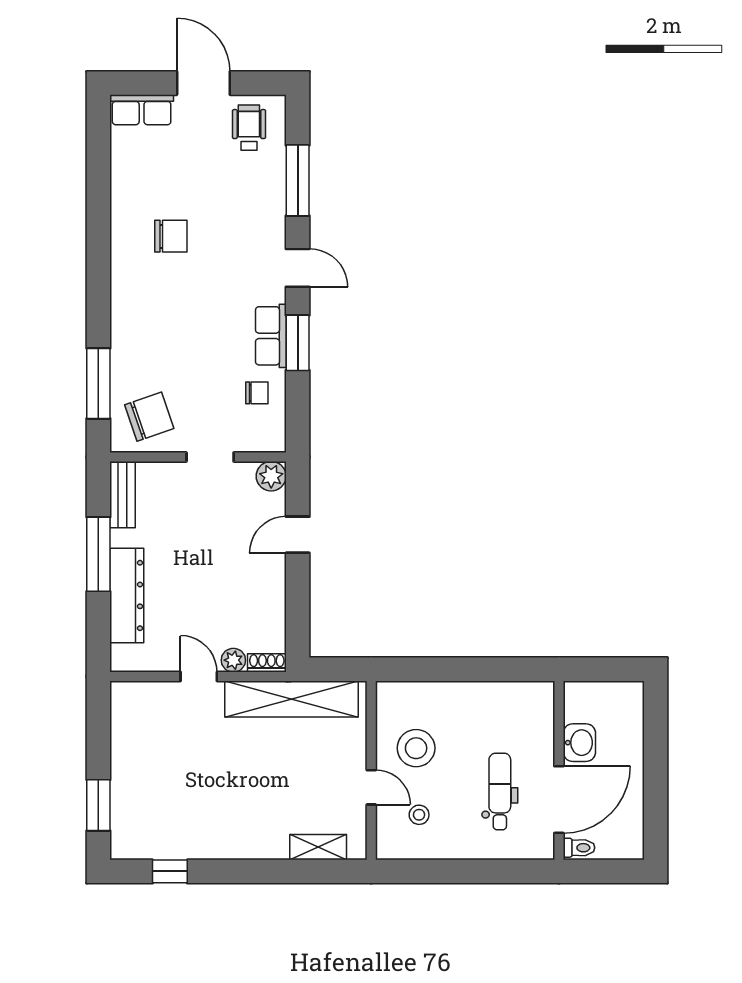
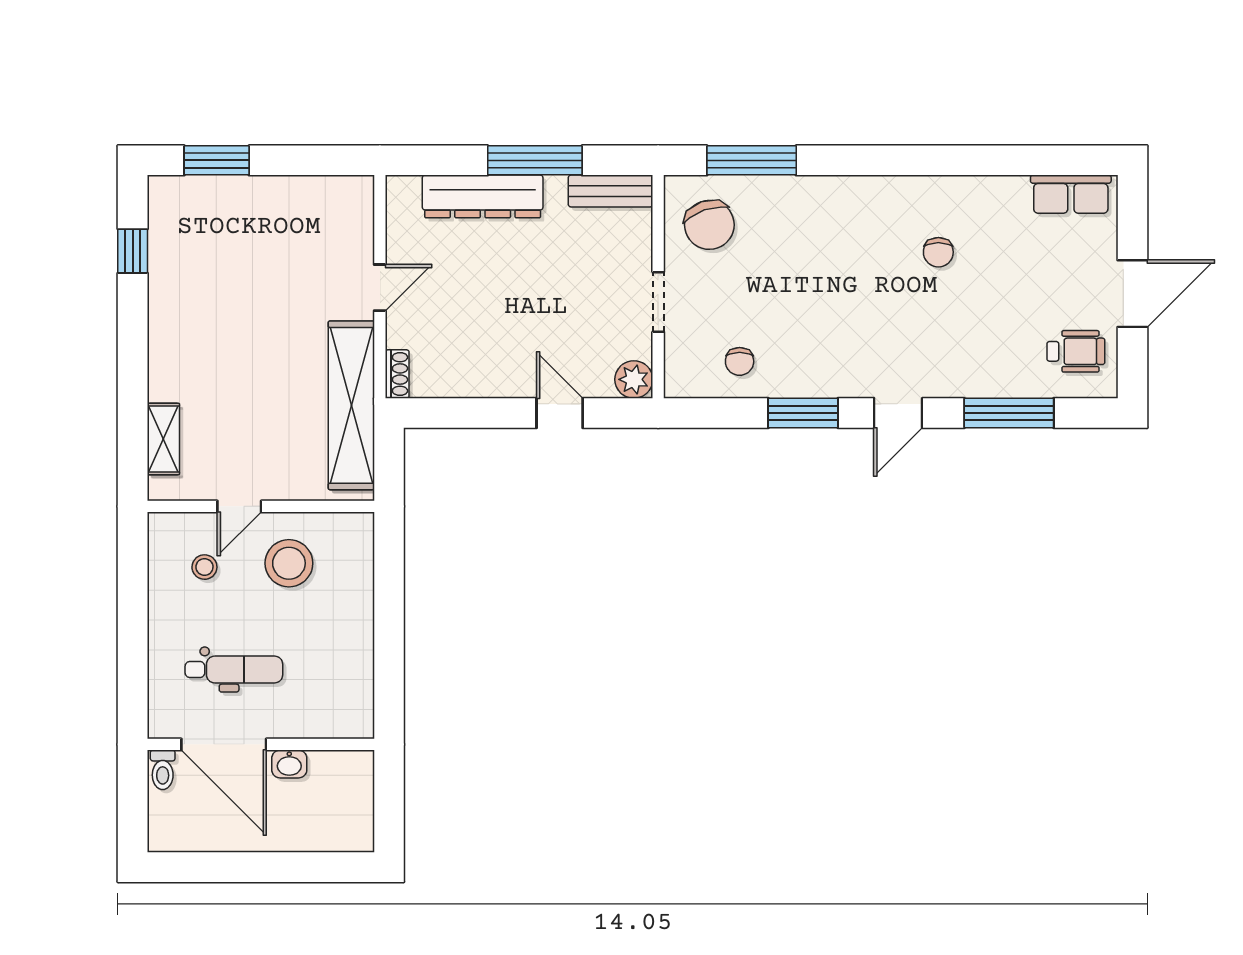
row of seats: (142, 110) -> (1071, 194), moved, turned -90
chair: (171, 236) -> (938, 252), width x0.73, depth x0.73
row of seats: (271, 336) -> (812, 379), removed
plant: (233, 660) -> (401, 332), removed
washbasin: (579, 743) -> (289, 764), width x0.72, depth x0.69

